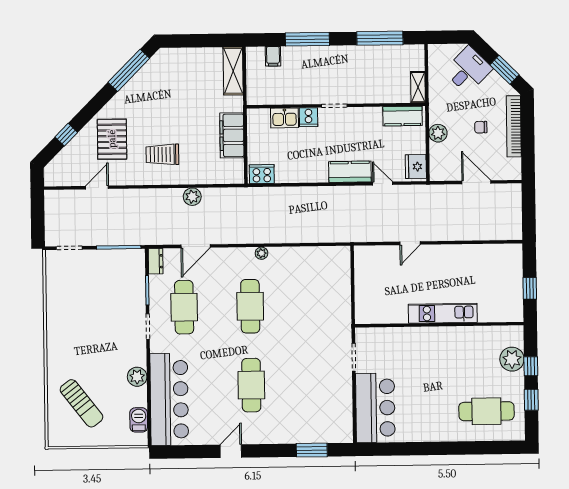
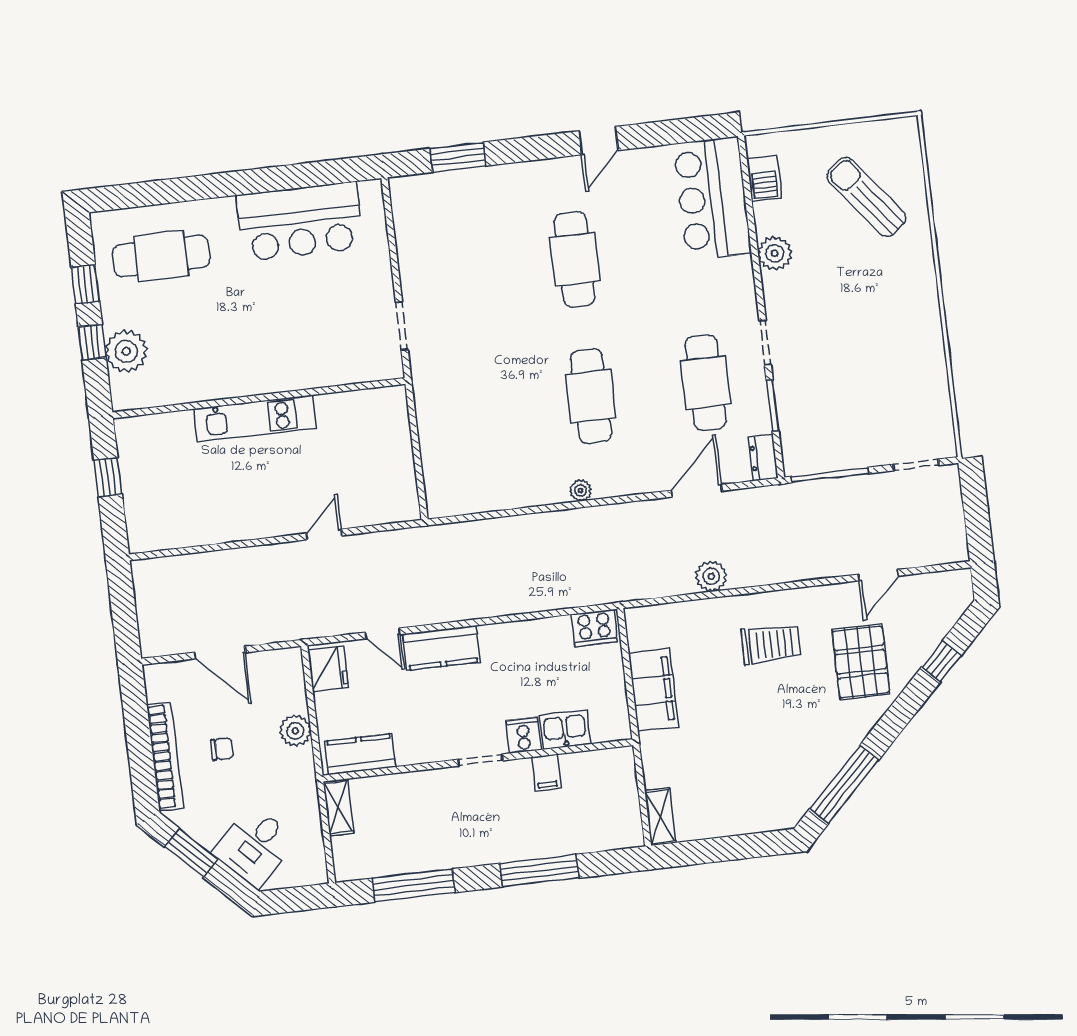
filing cabinet: (273, 56) -> (546, 773), moved, turned 180
shelving: (233, 71) -> (660, 817), width x0.67, depth x0.75
bar counter: (169, 399) -> (712, 198), width x0.73
bar counter: (375, 408) -> (300, 221), moved, turned -90

